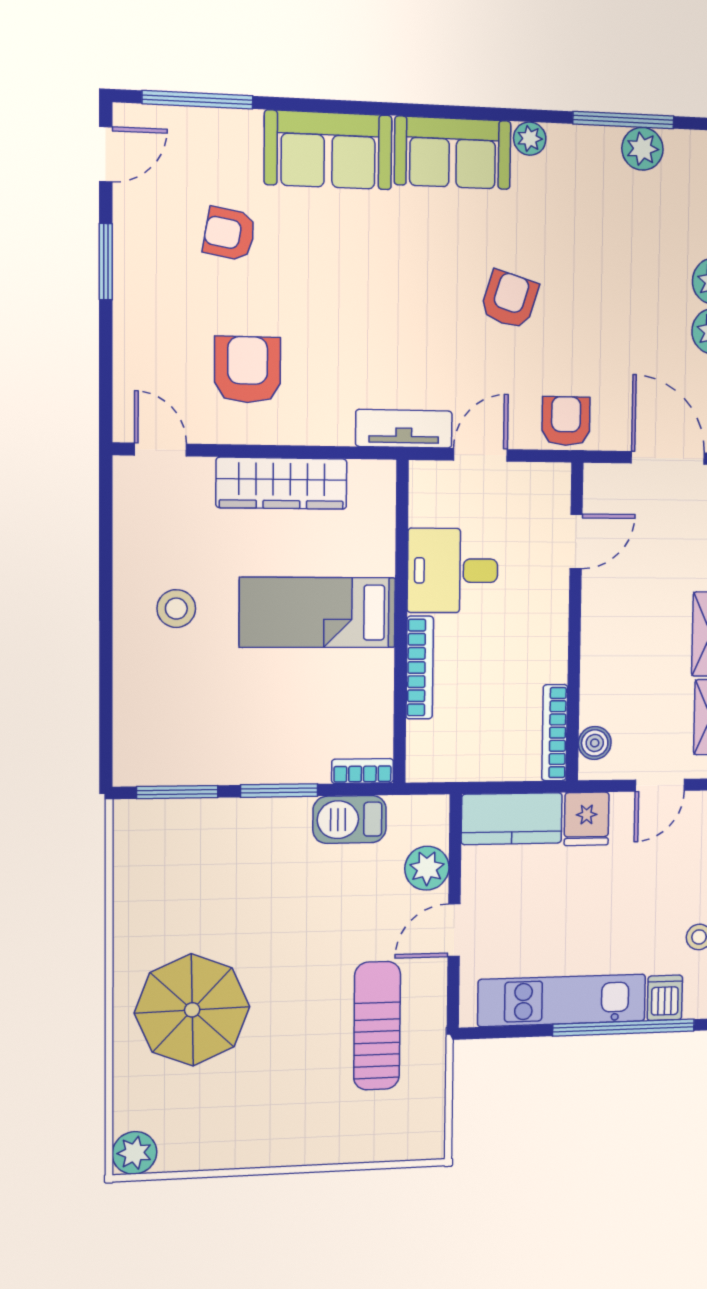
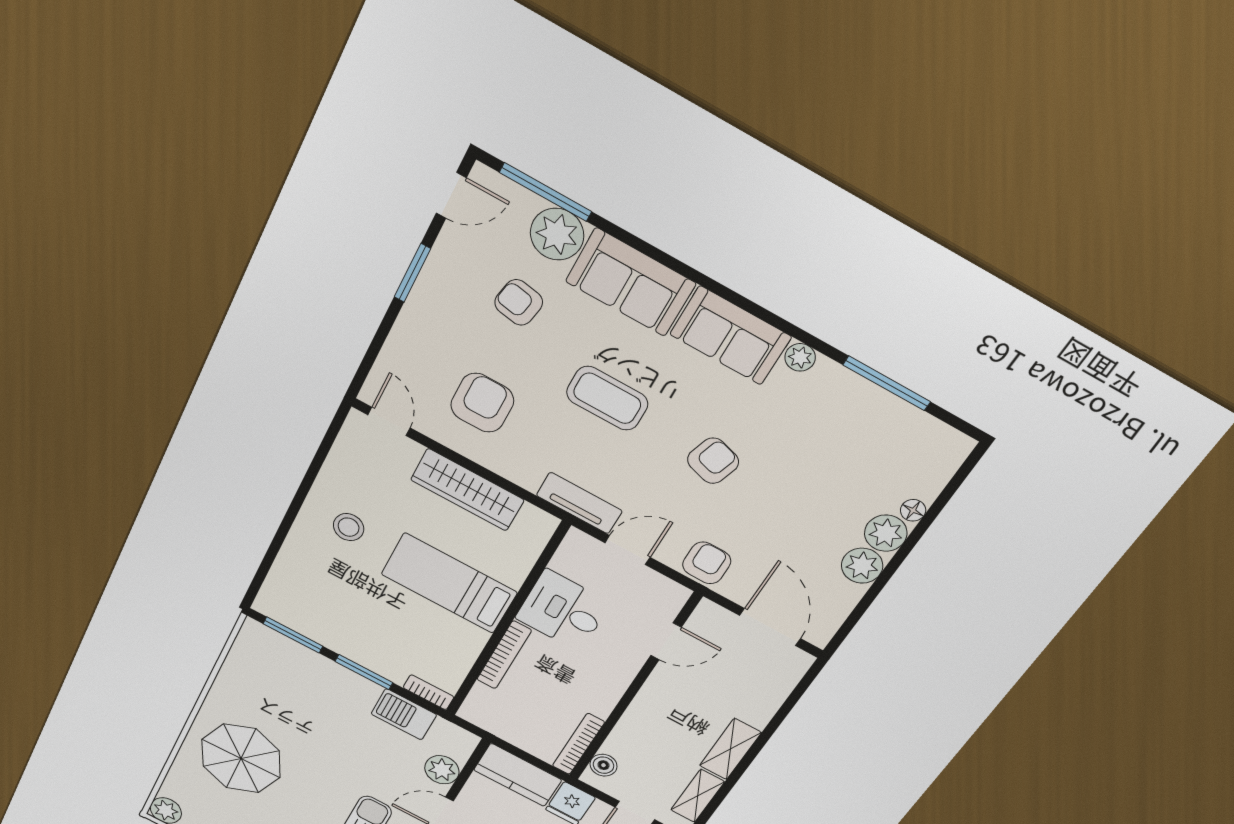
plant: (642, 149) -> (557, 234), moved, width x1.36, depth x1.36
coffee table: (370, 290) -> (607, 398), added

